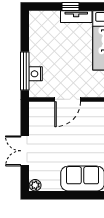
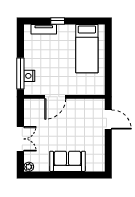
tv unit: (76, 17) -> (44, 29), moved
double door: (25, 151) -> (20, 139), swing flipped

